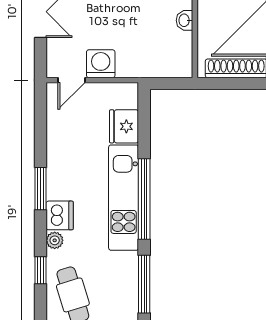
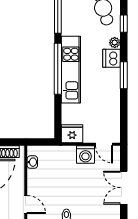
washbasin: (185, 20) -> (32, 162), moved
door: (71, 80) -> (104, 144), swing flipped
fridge: (124, 126) -> (72, 134), moved, turned -90

